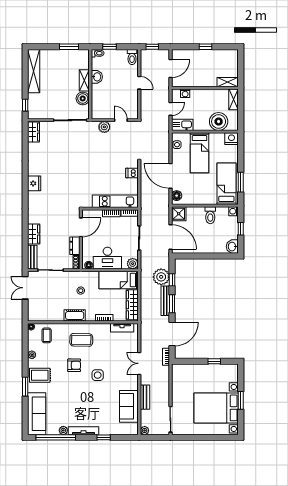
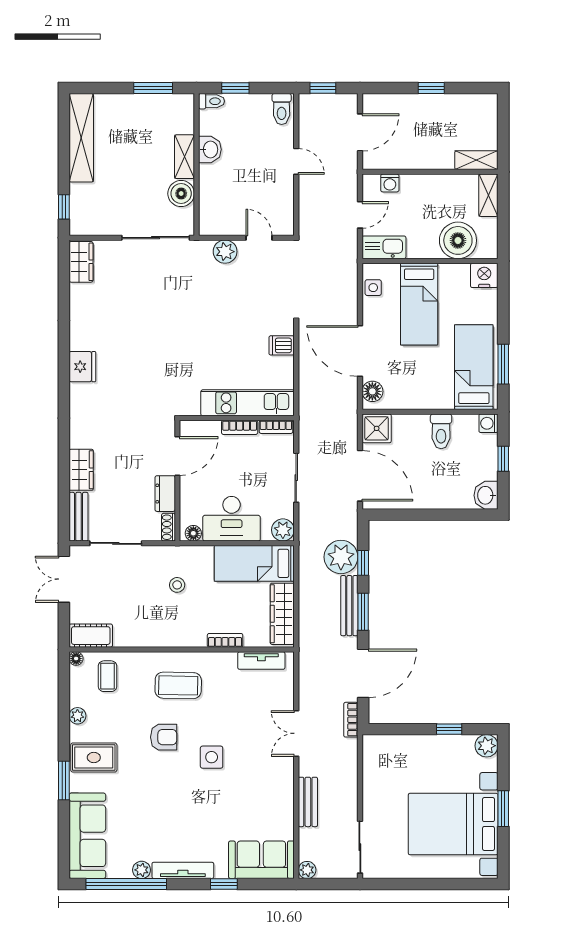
cot: (75, 315) -> (91, 636), moved
plant: (233, 370) -> (487, 746), added
sofa: (129, 406) -> (261, 860), moved, turned 90

